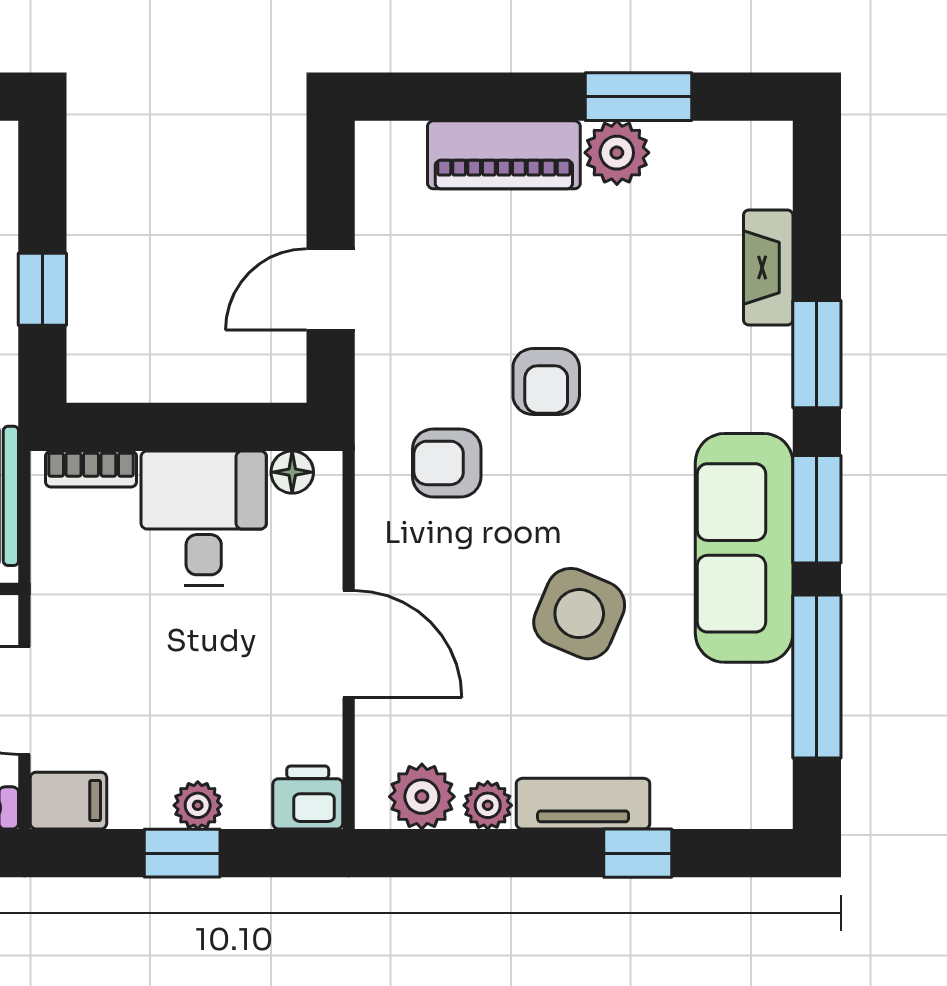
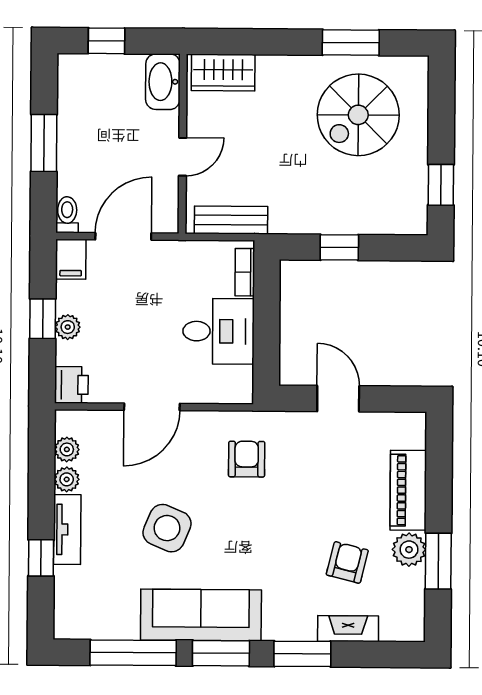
armchair: (546, 382) -> (347, 562), moved, turned 104
floor lamp: (292, 472) -> (242, 378), removed
plant: (422, 797) -> (67, 449), width x0.73, depth x0.73

